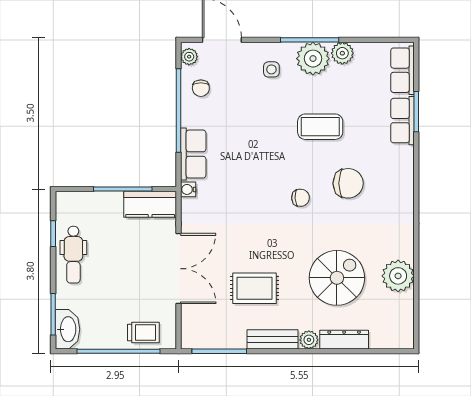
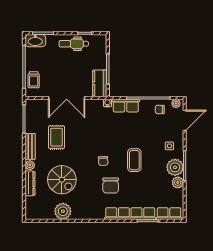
row of seats: (403, 121) -> (130, 214), width x2.02
coffee table: (320, 127) -> (134, 160), moved

